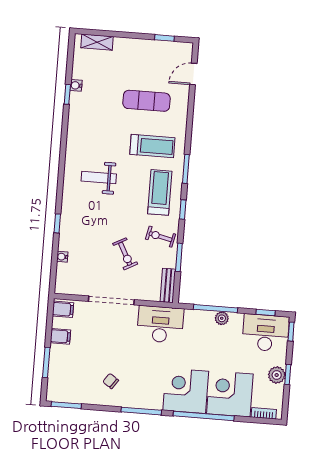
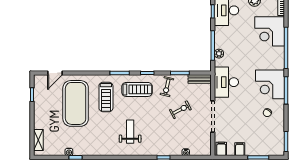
door: (193, 74) -> (55, 73), hinge flipped
exercise mat: (147, 101) -> (76, 103), width x2.00, depth x1.45
treadmill: (152, 146) -> (106, 97), turned 180
weight bench: (99, 177) -> (130, 132), turned 180
treadmill: (160, 192) -> (137, 89), turned 180
plant: (222, 318) -> (219, 54), moved
corner desk: (186, 391) -> (270, 84), moved

